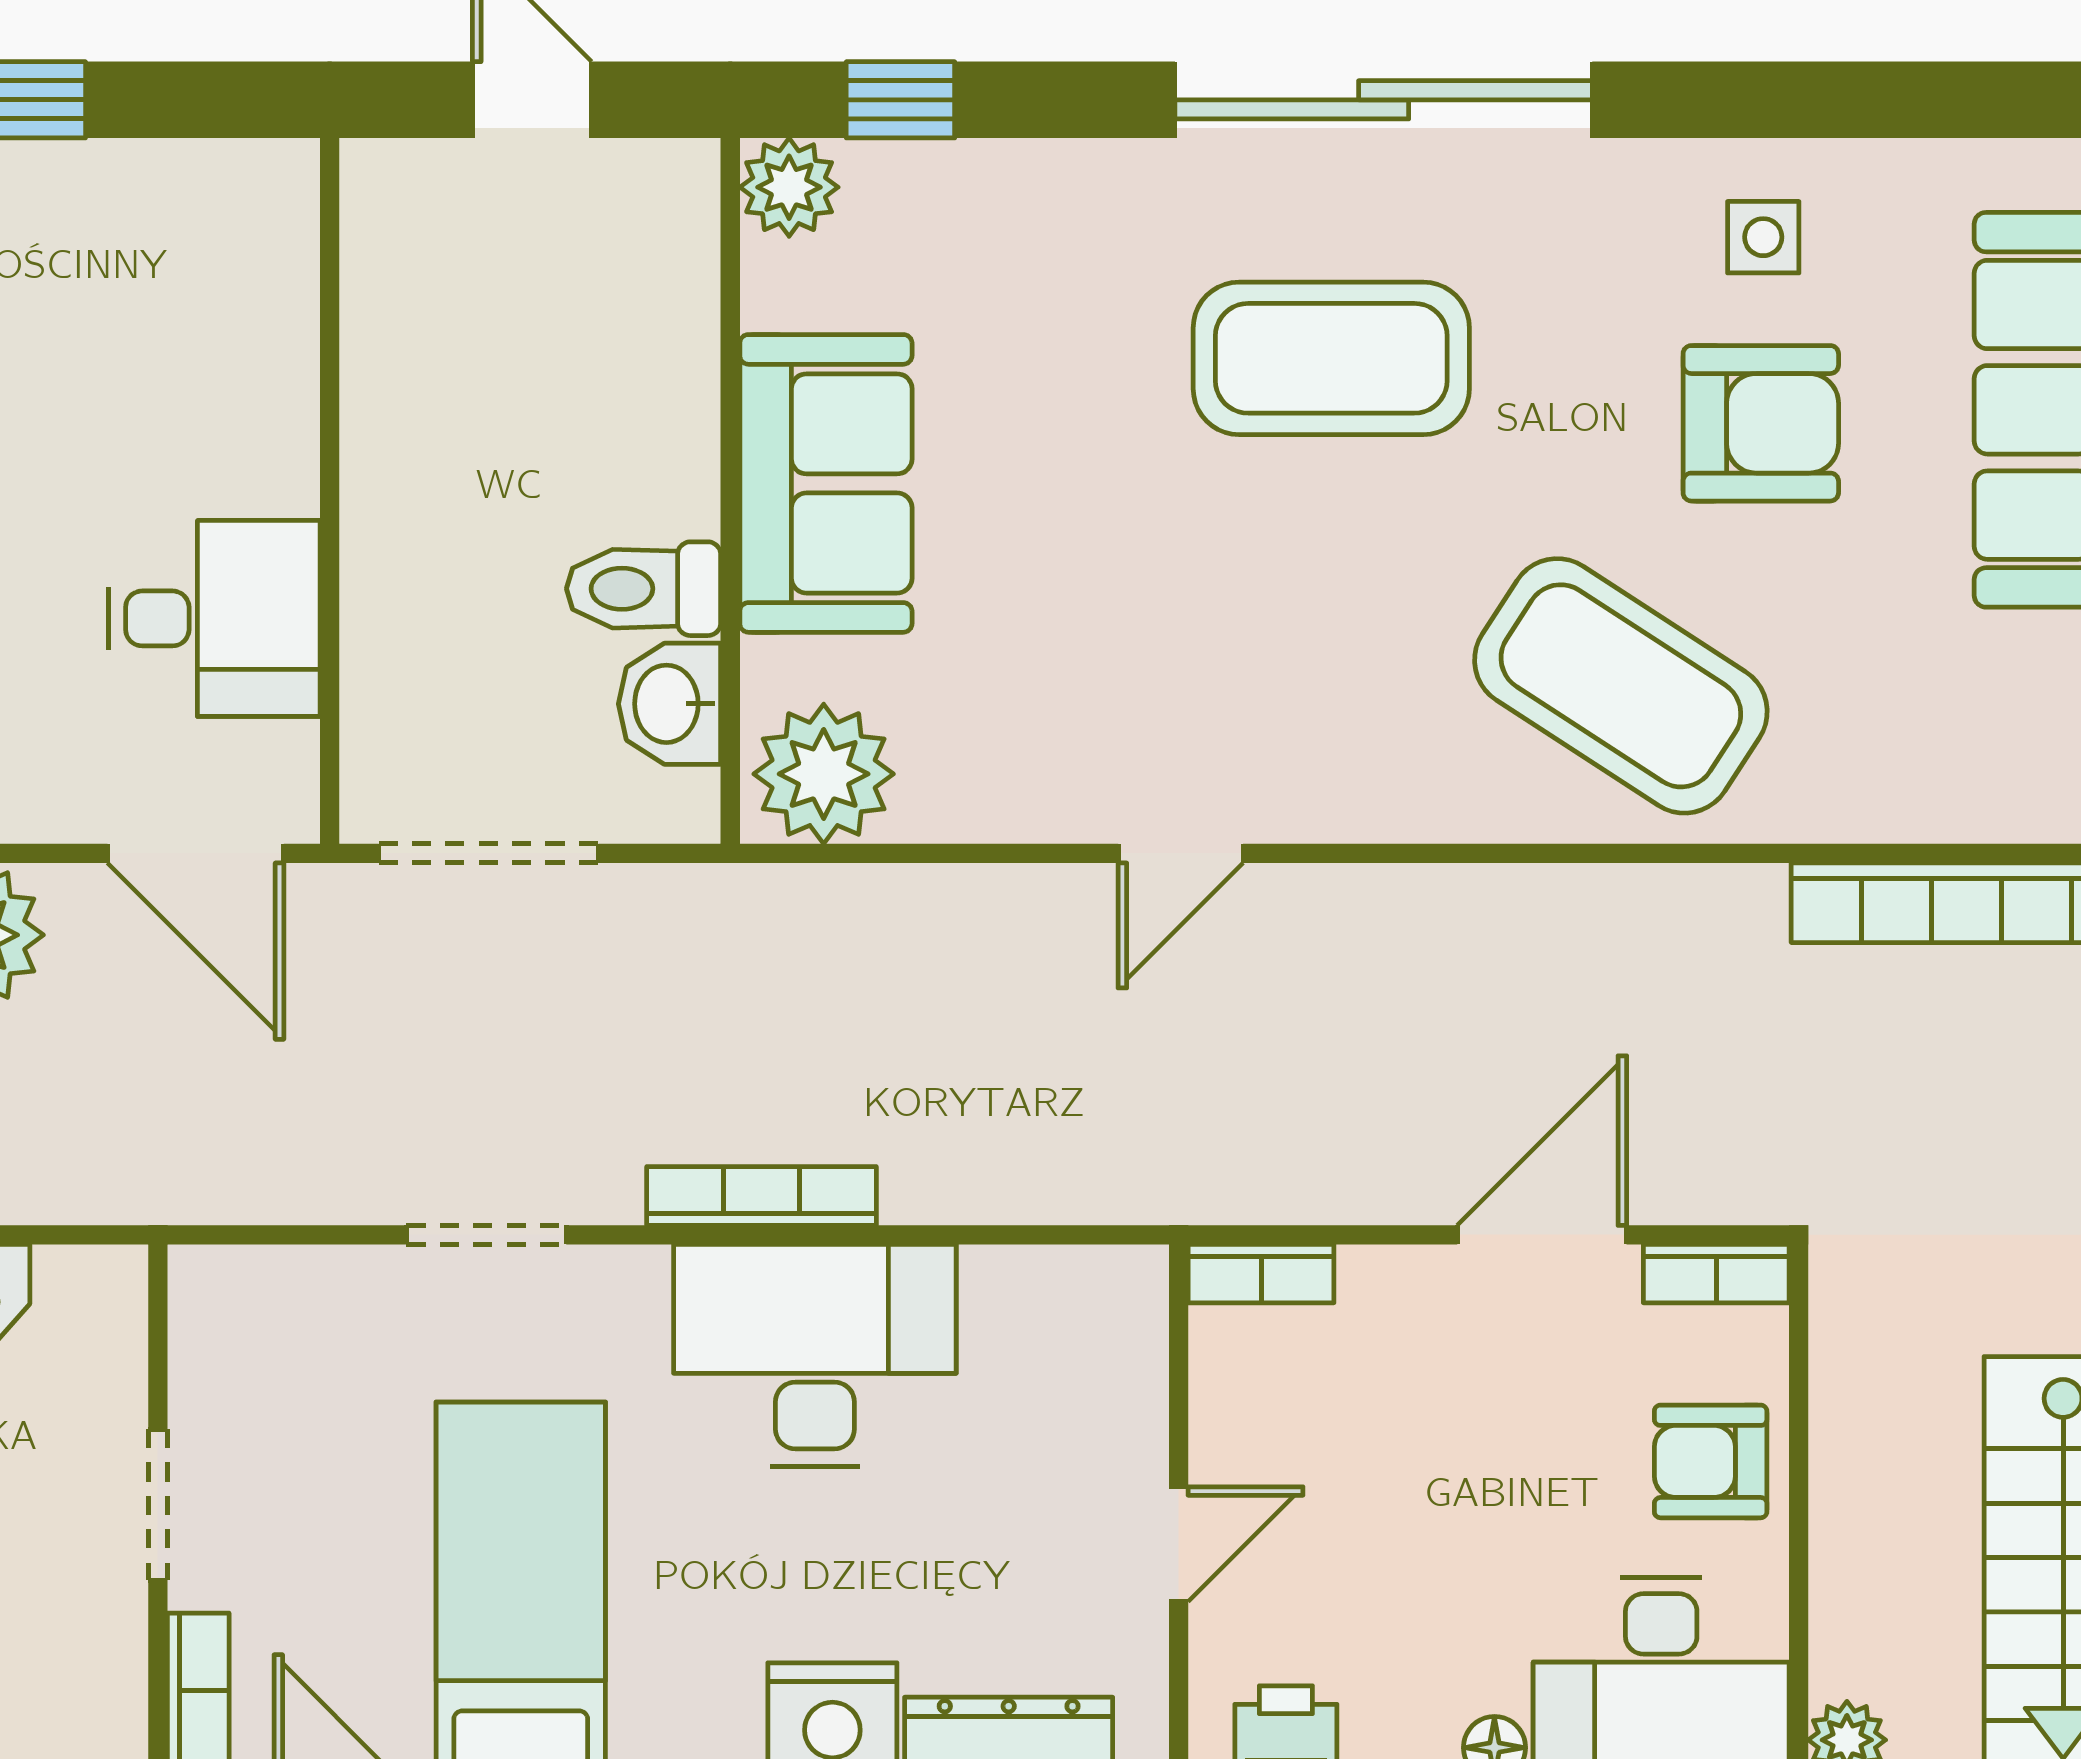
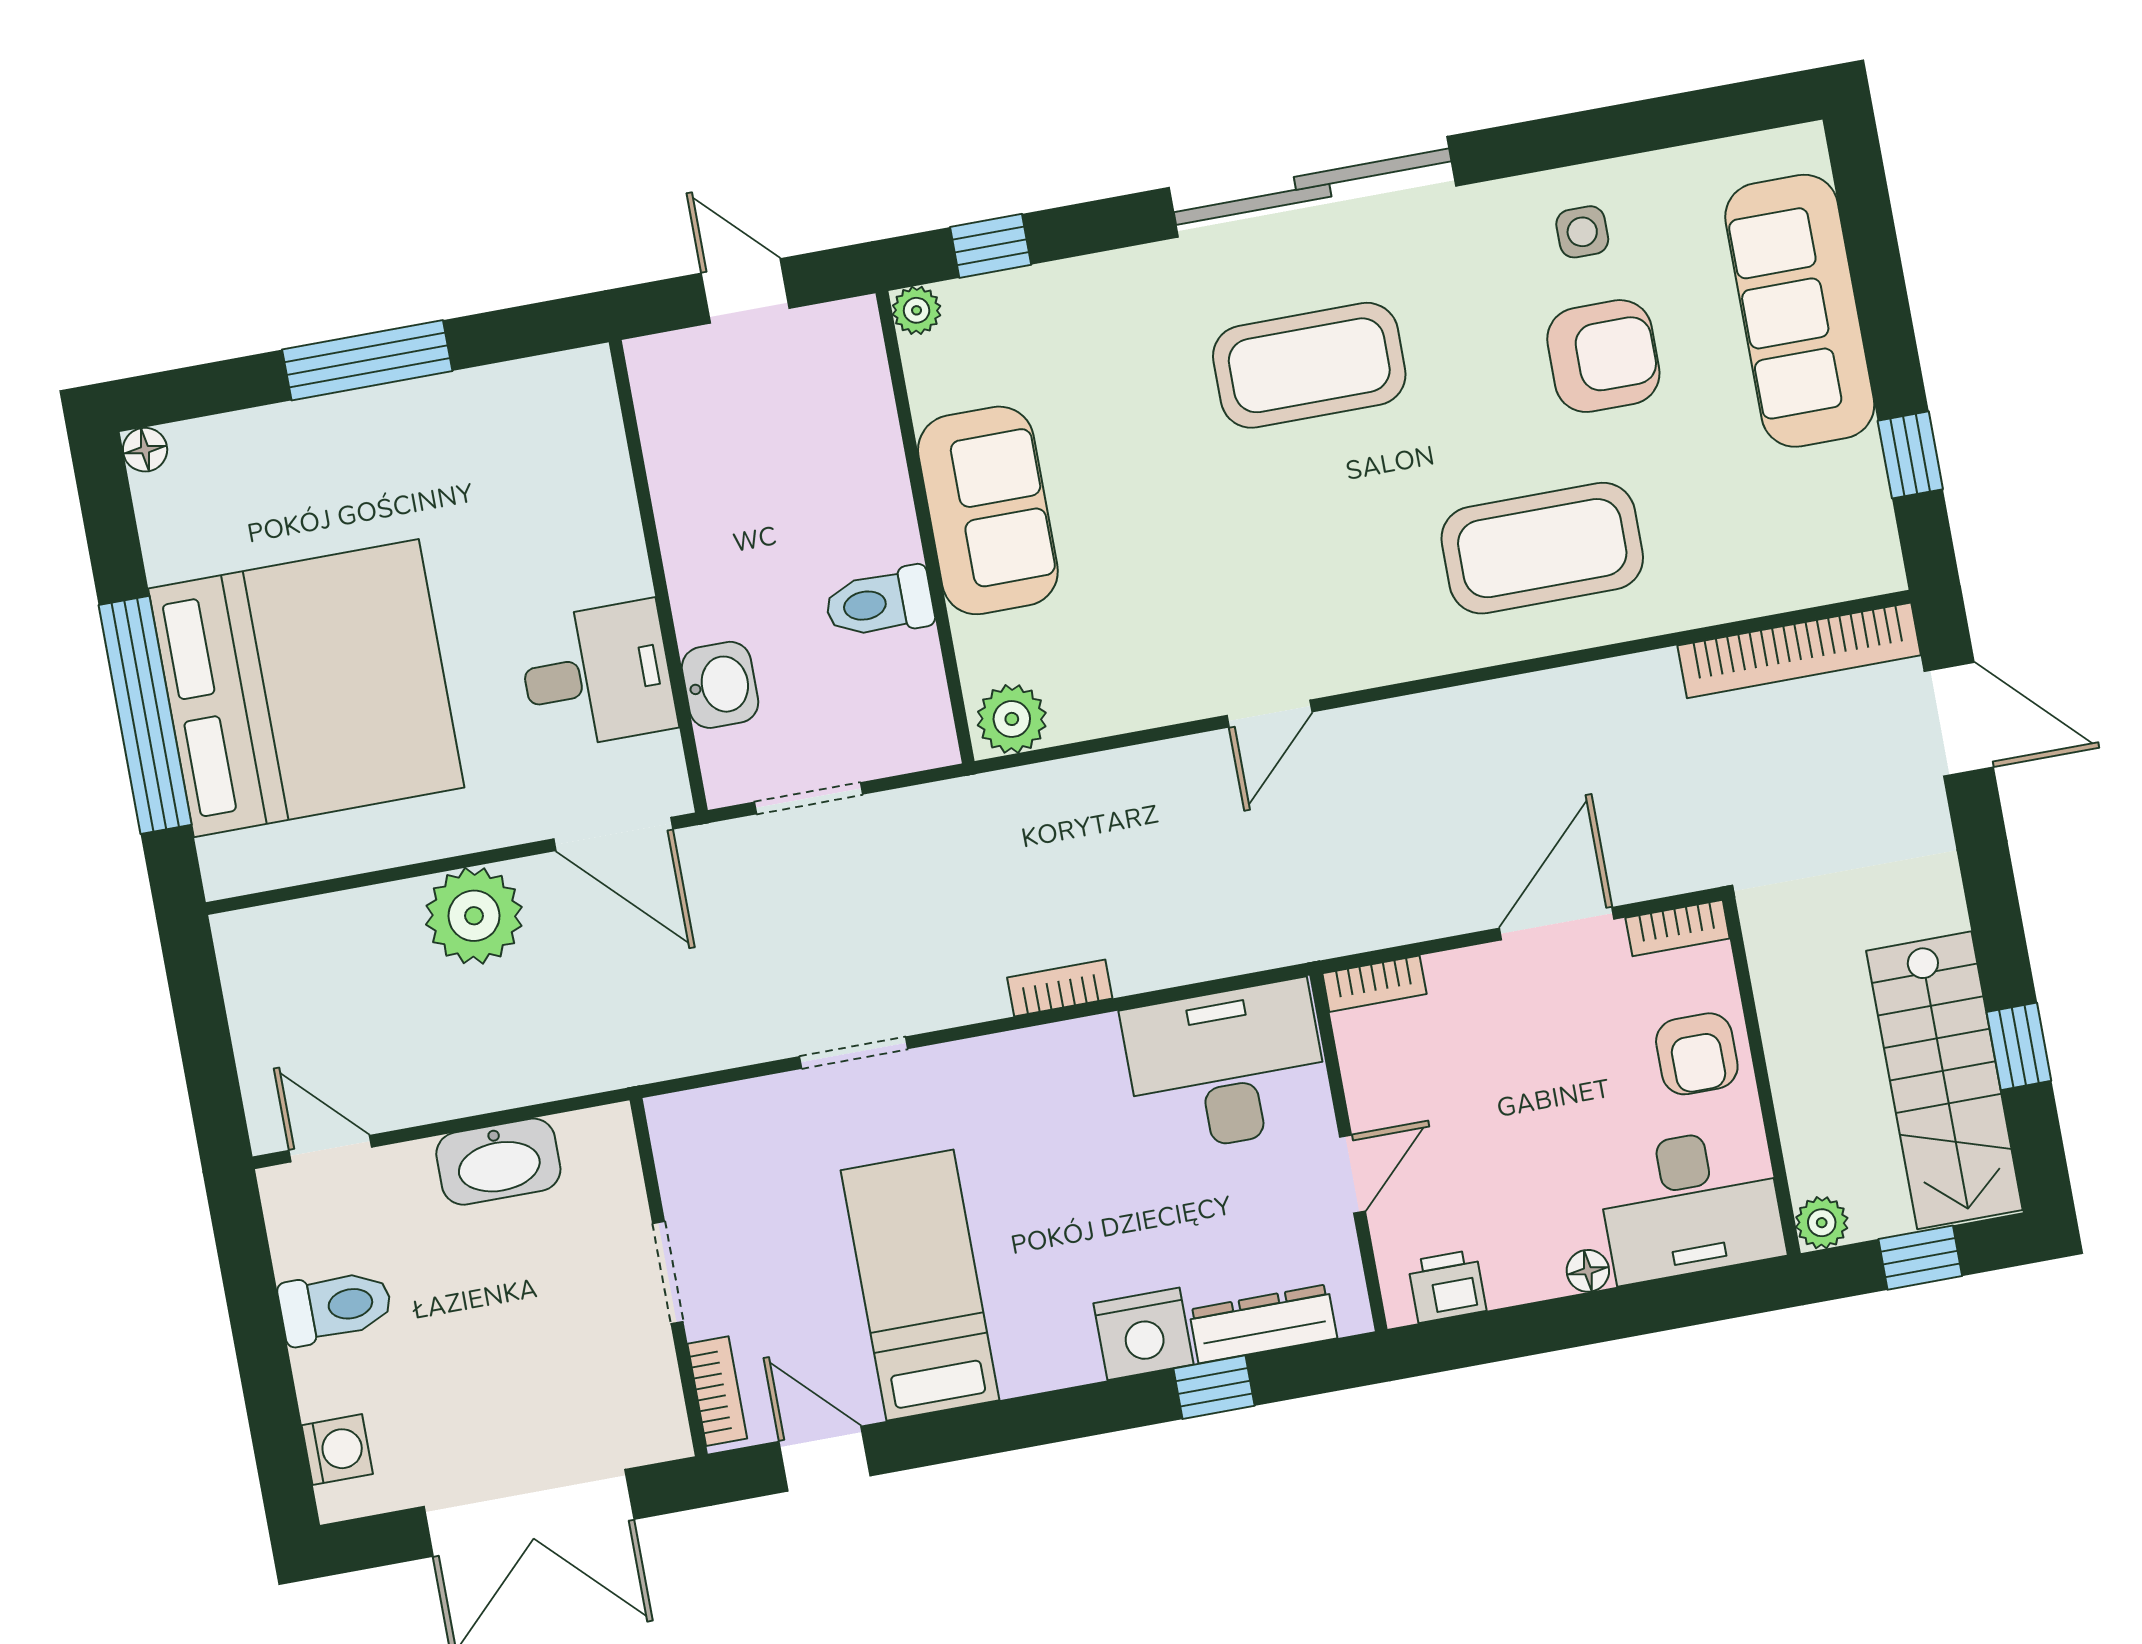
plant: (789, 187) -> (917, 310), width x0.73, depth x0.73
coffee table: (1621, 686) -> (1542, 548), turned -33
washbasin: (669, 704) -> (720, 685), moved, turned 180
plant: (824, 774) -> (1012, 719), width x0.73, depth x0.73
doorway: (489, 853) -> (808, 798), width x0.73
bookcase: (762, 1196) -> (1060, 988), width x0.64
desk: (815, 1356) -> (1226, 1067), moved
armchair: (1711, 1461) -> (1697, 1054), turned -90

